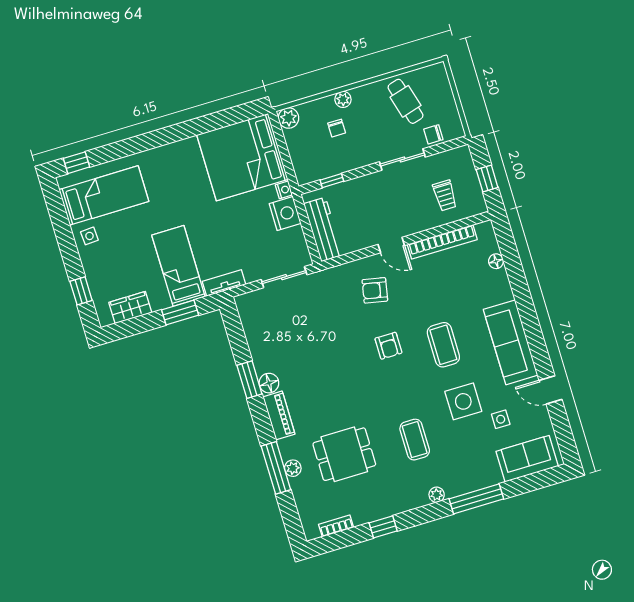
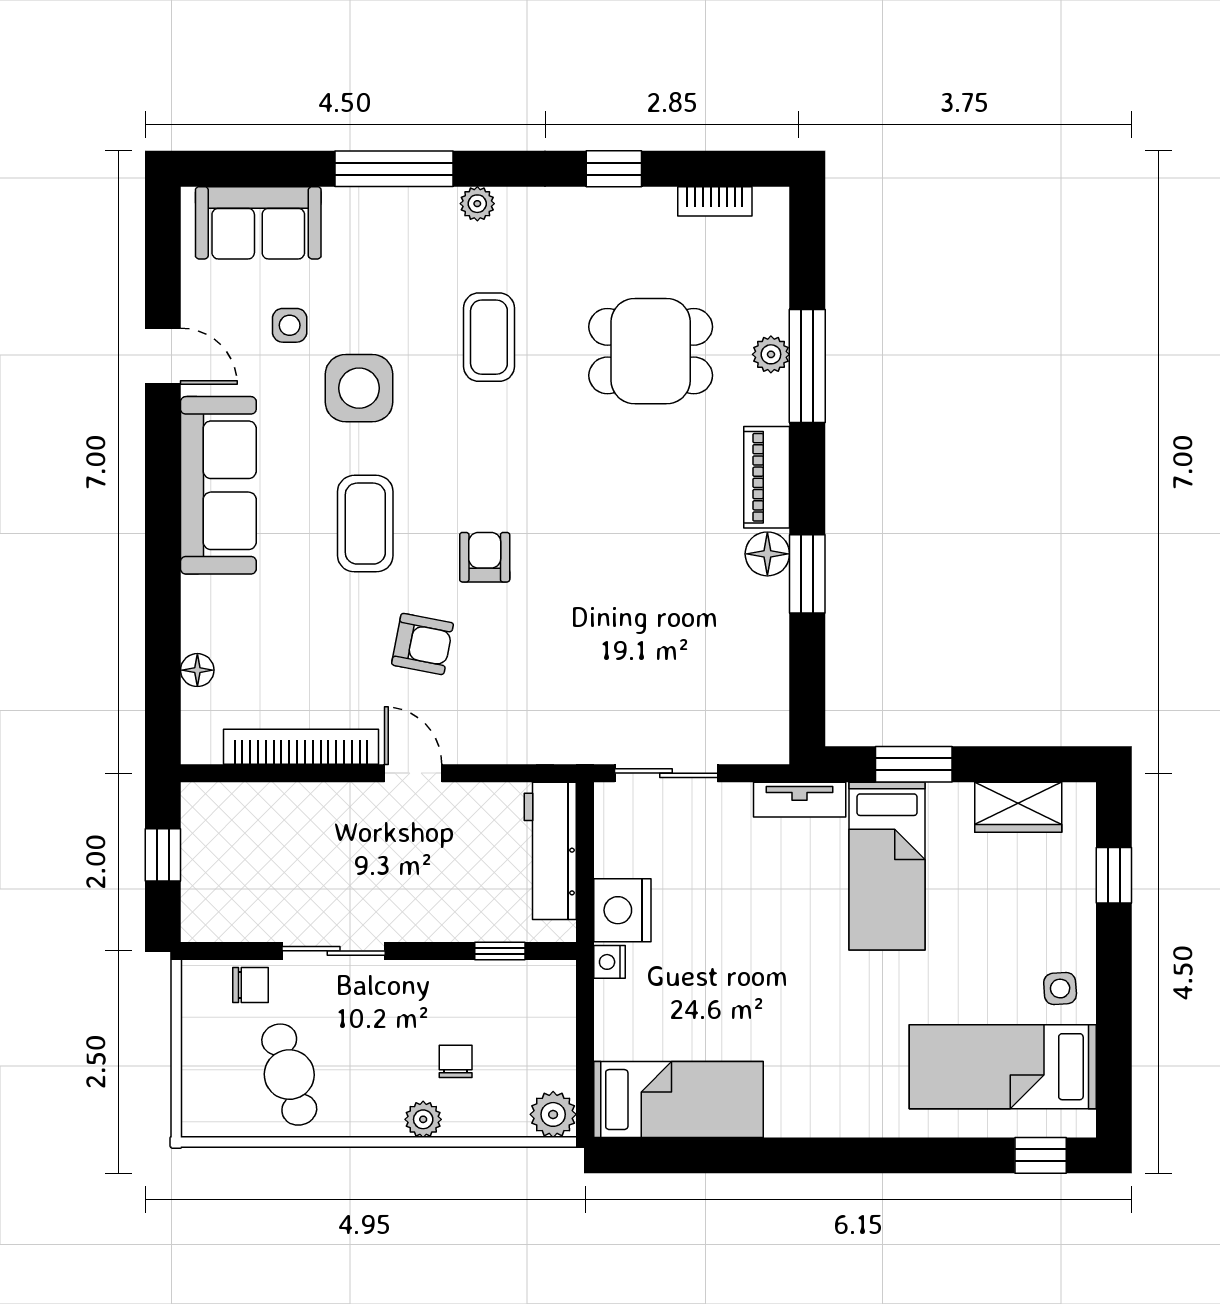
bed: (242, 157) -> (678, 1100), width x0.49
trolley: (445, 196) -> (265, 845), removed
armchair: (375, 290) -> (422, 644), moved

